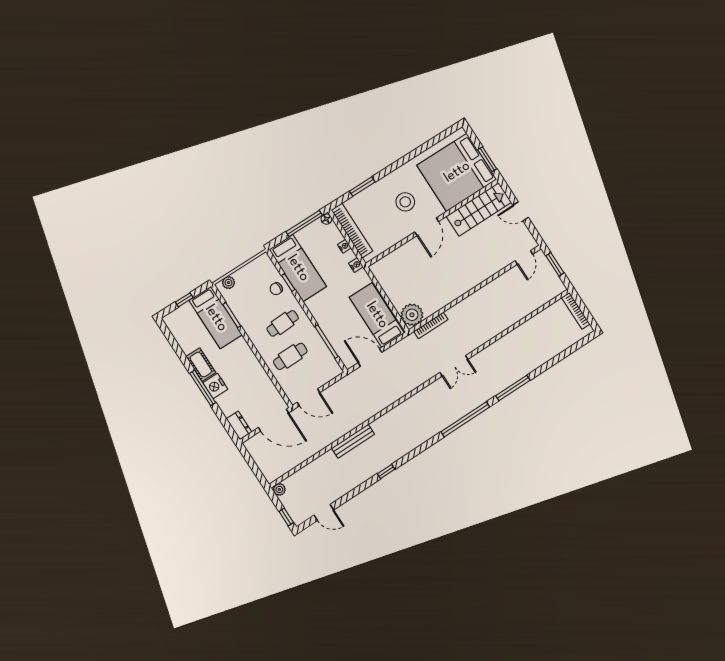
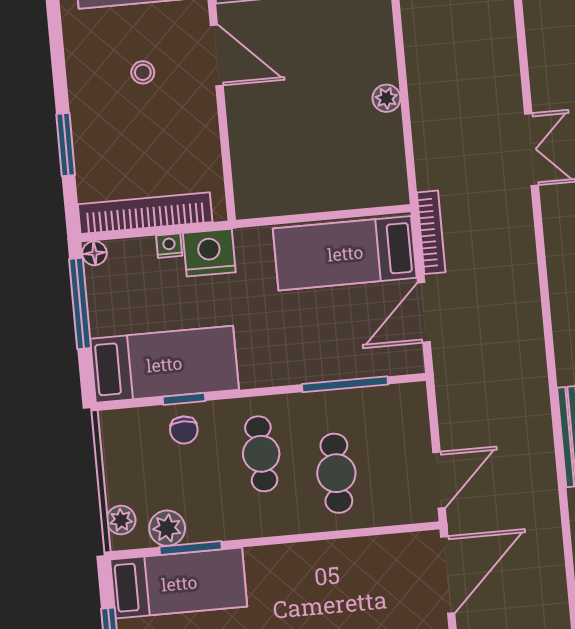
stool: (405, 202) -> (143, 72), width x0.53, depth x0.53
nightstand: (356, 265) -> (209, 253), width x1.89, depth x1.79
plant: (235, 302) -> (167, 528), added
plant: (412, 315) -> (386, 98), moved, width x0.53, depth x0.53
bookcase: (431, 325) -> (431, 232), moved

